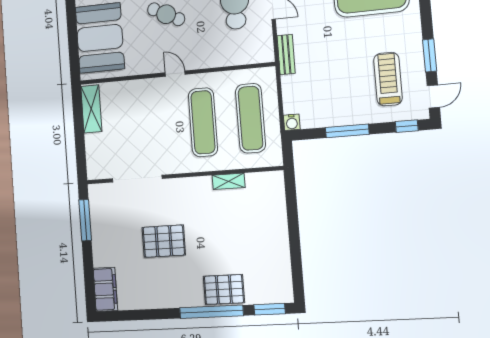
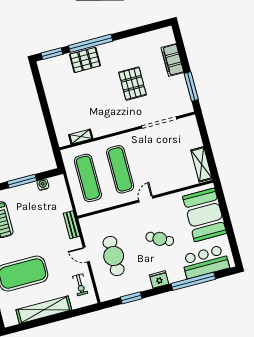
door: (175, 74) -> (146, 199), swing flipped
water cooler: (292, 122) -> (43, 185), moved
shelving: (229, 181) -> (81, 137), moved
pallet: (164, 241) -> (133, 84), turned 90
filing cabinet: (105, 289) -> (172, 60), moved

